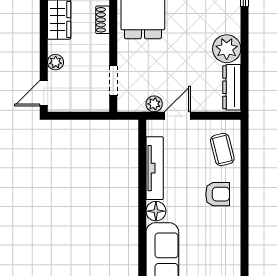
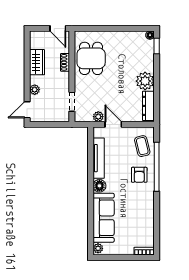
door: (177, 116) -> (113, 124), hinge flipped
window: (245, 182) -> (157, 167), added
armchair: (218, 194) -> (139, 175), turned 90

